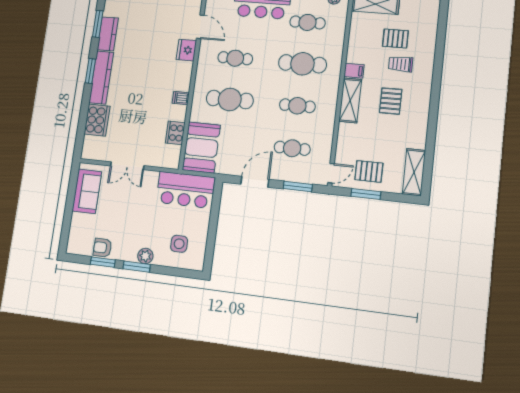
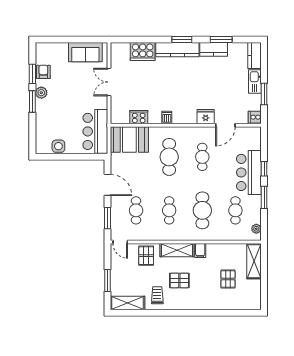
trolley: (401, 64) -> (157, 295), moved
pallet: (369, 171) -> (146, 256), moved
window: (366, 194) -> (107, 280), moved
side table: (179, 244) -> (58, 146), moved
plant: (145, 256) -> (41, 93), moved

